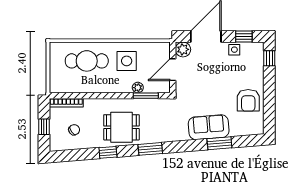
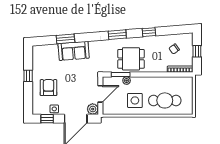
window: (269, 58) -> (28, 76), moved
armchair: (248, 100) -> (49, 88), moved
dining table: (121, 127) -> (131, 59), moved

